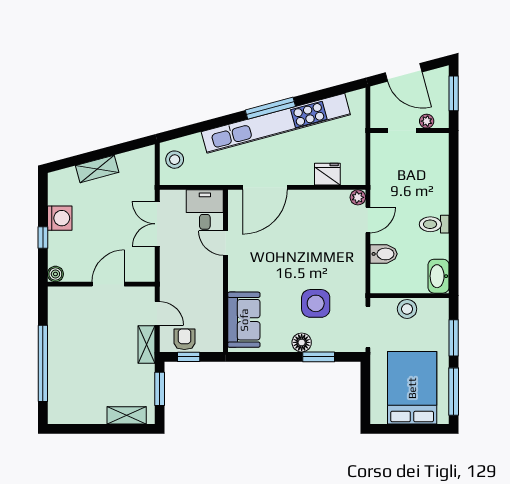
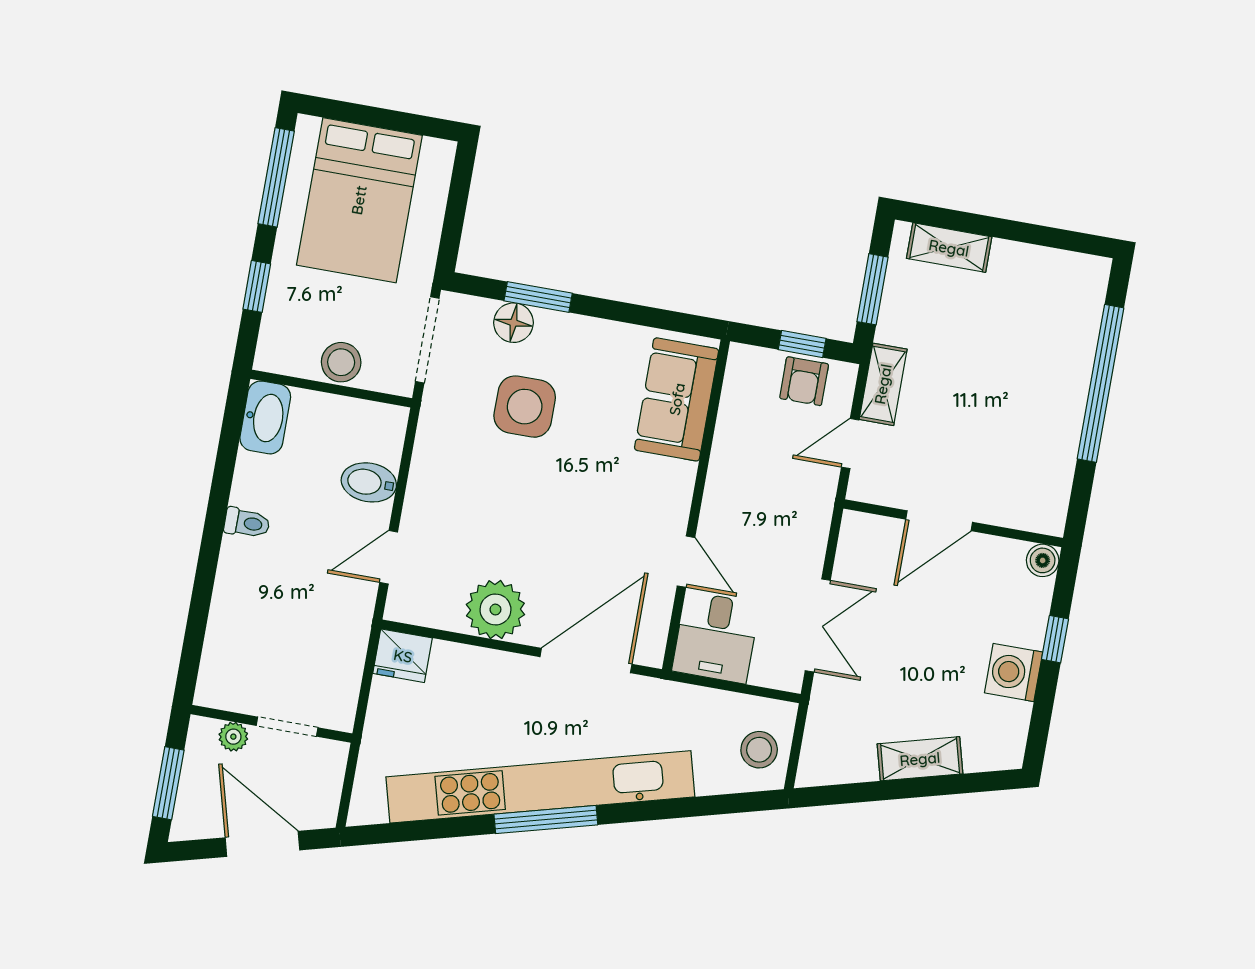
fridge: (327, 174) -> (403, 656), moved
plant: (358, 197) -> (495, 610), moved, width x1.87, depth x1.87
toilet: (434, 224) -> (247, 523), width x0.73, depth x0.72
door: (157, 313) -> (850, 444), hinge flipped
window: (454, 338) -> (257, 286), width x0.67
floor lamp: (302, 342) -> (514, 323), moved

